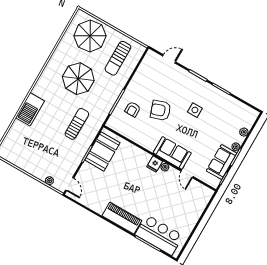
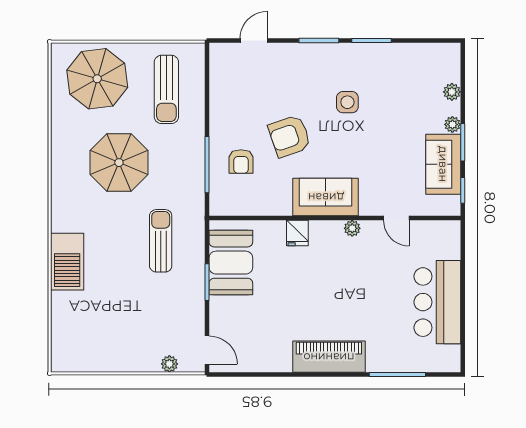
sofa: (172, 153) -> (326, 197), moved
fridge: (155, 164) -> (297, 233), moved
bar counter: (159, 235) -> (437, 302), moved, turned -90

